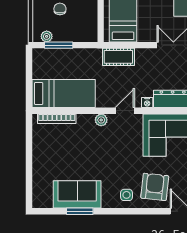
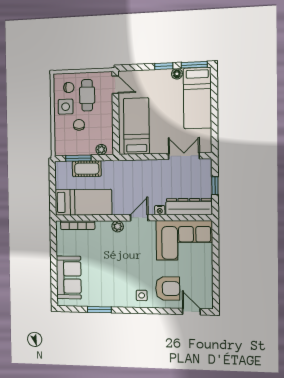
plant: (47, 36) -> (101, 150), moved
cot: (118, 57) -> (87, 169), moved
armchair: (155, 187) -> (168, 288), turned 84
sofa: (77, 194) -> (69, 277), moved, turned 90

